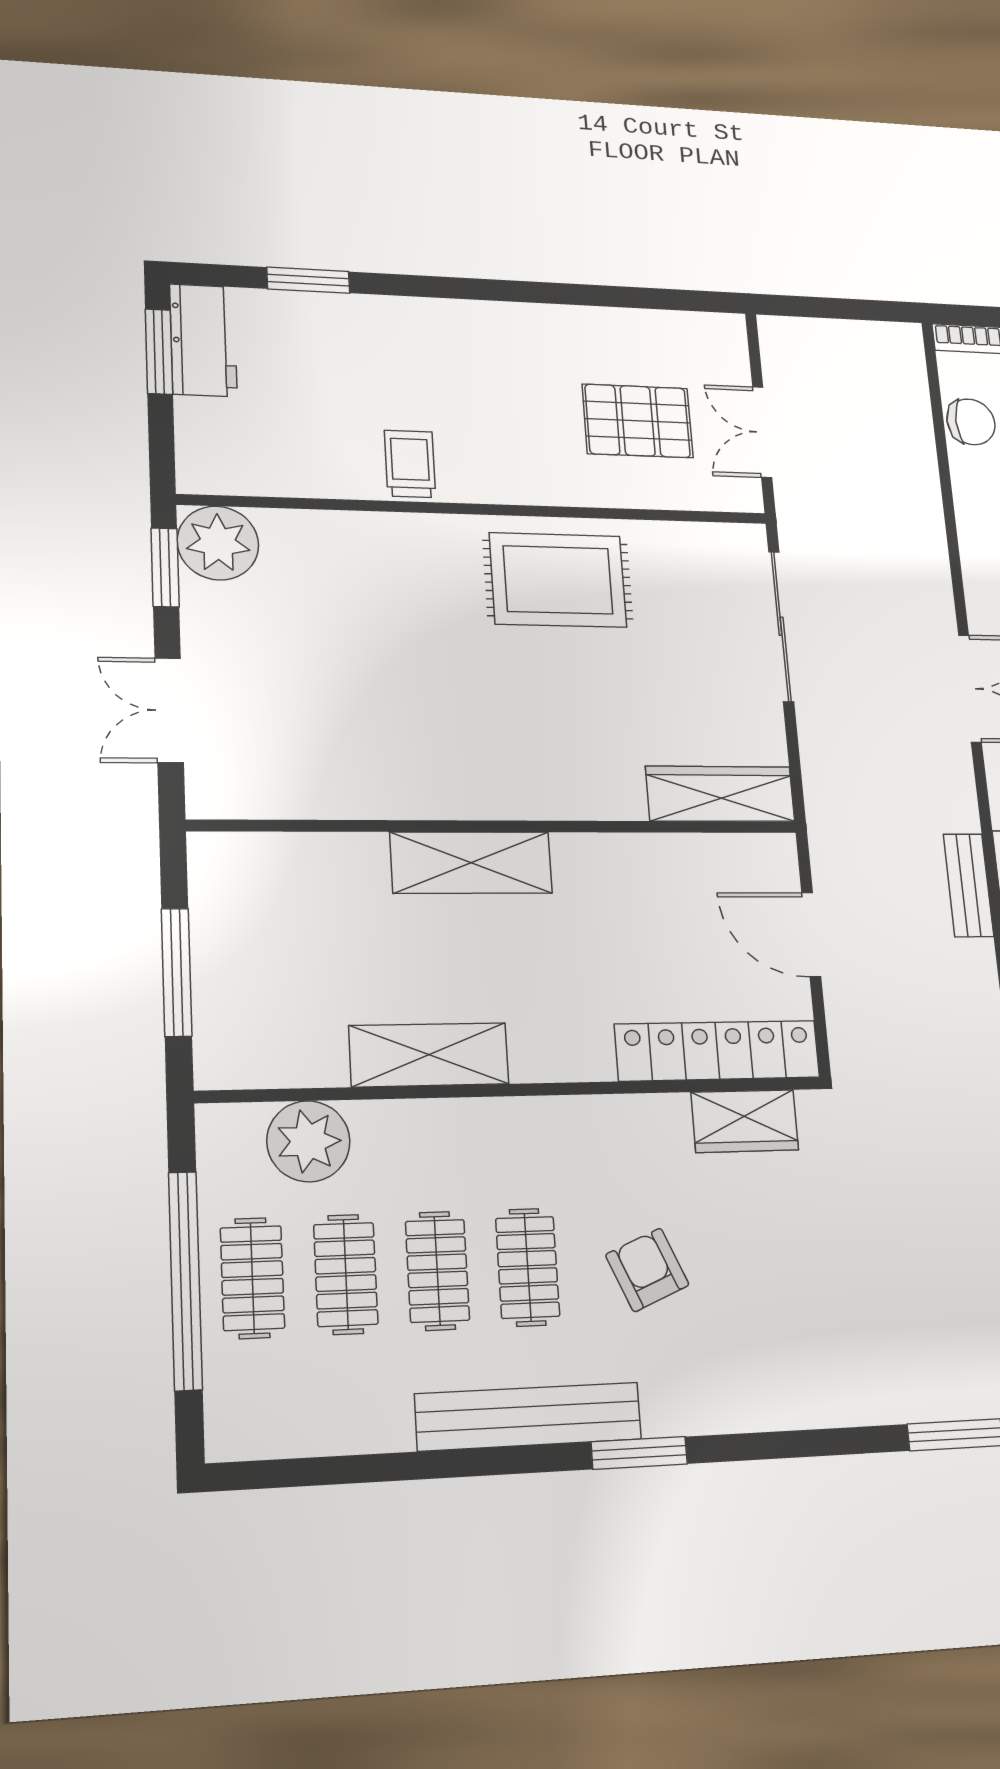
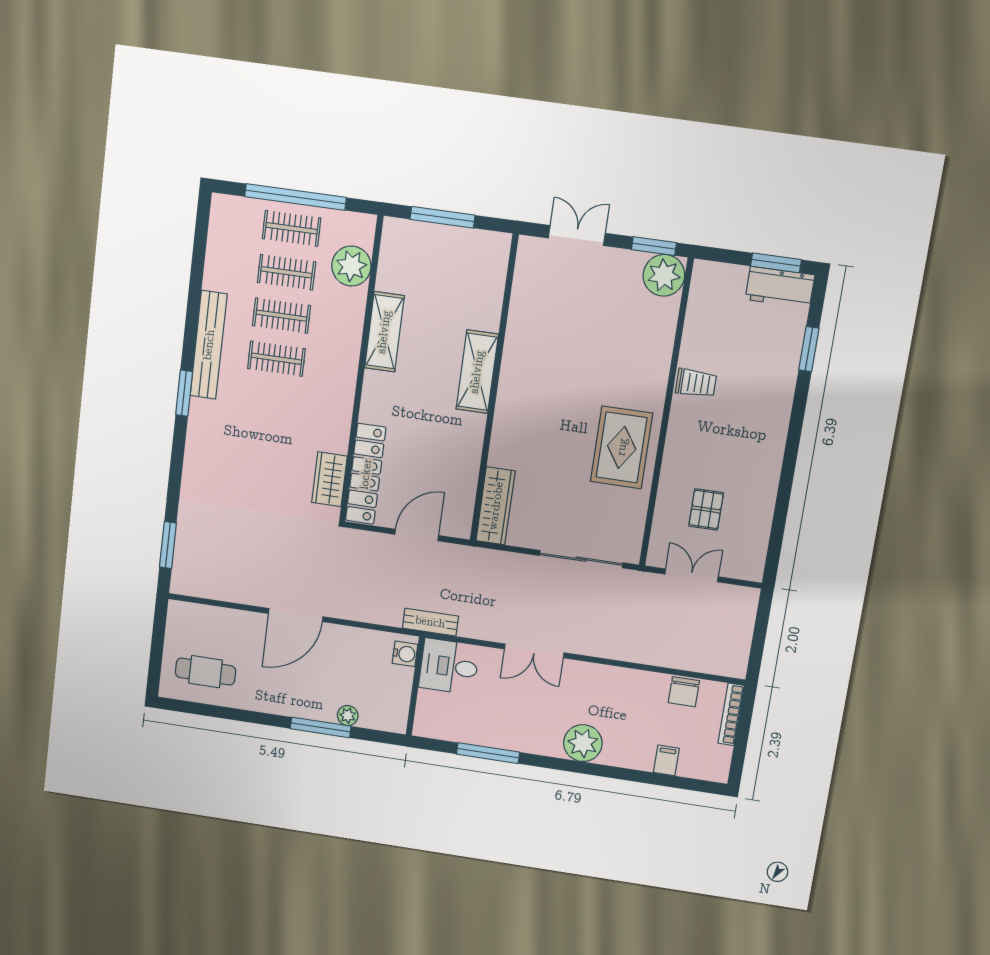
pallet: (638, 421) -> (706, 509), width x0.67, depth x0.71
armchair: (647, 1270) -> (266, 416), removed

